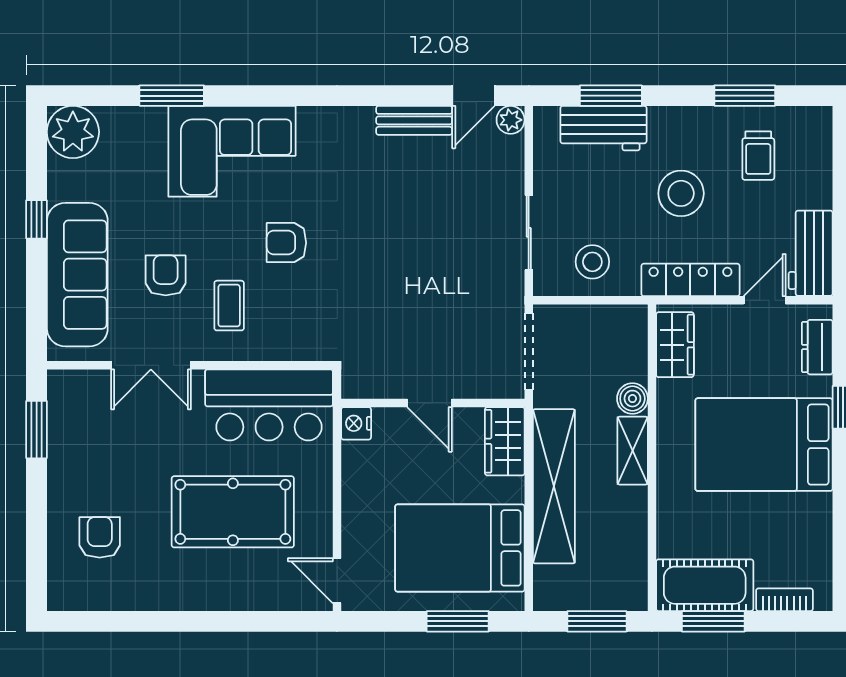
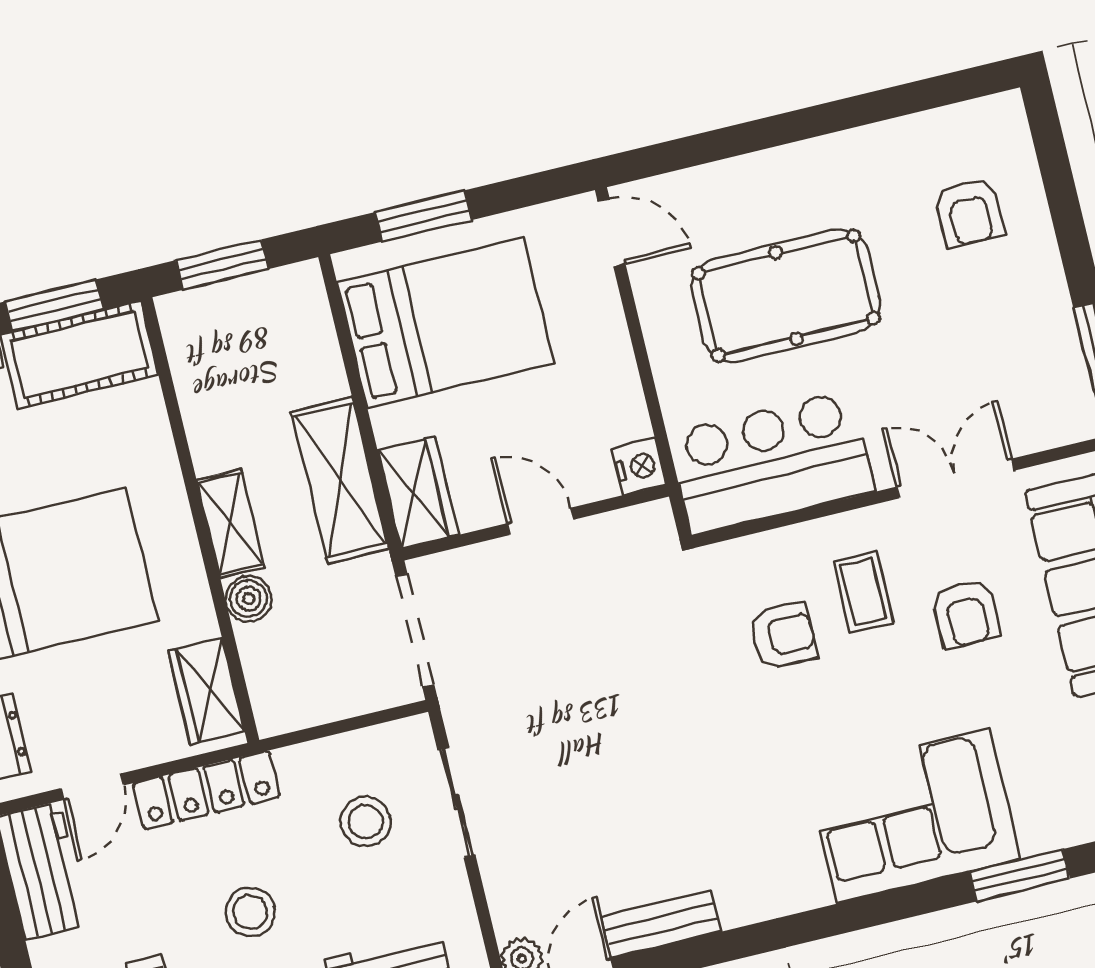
stool: (681, 193) -> (250, 912), width x0.73, depth x0.73
armchair: (286, 243) -> (783, 636), moved
stool: (592, 262) -> (366, 822), moved
shelving: (554, 486) -> (340, 480), width x0.68

